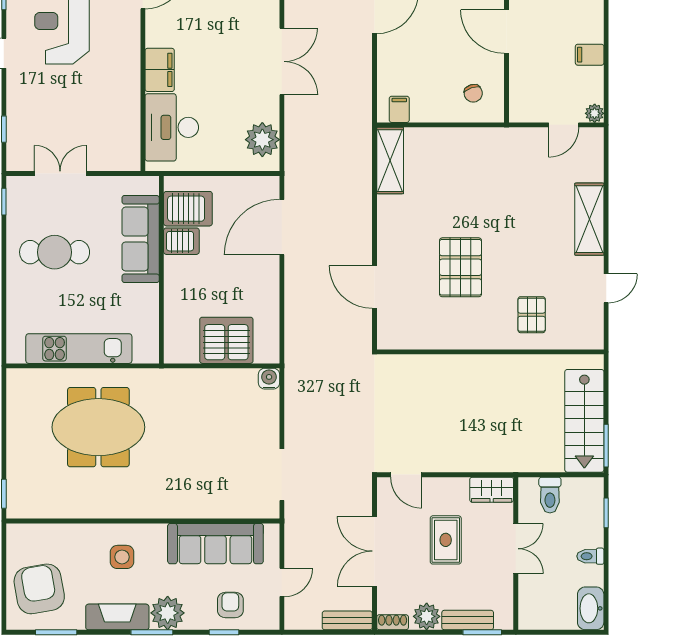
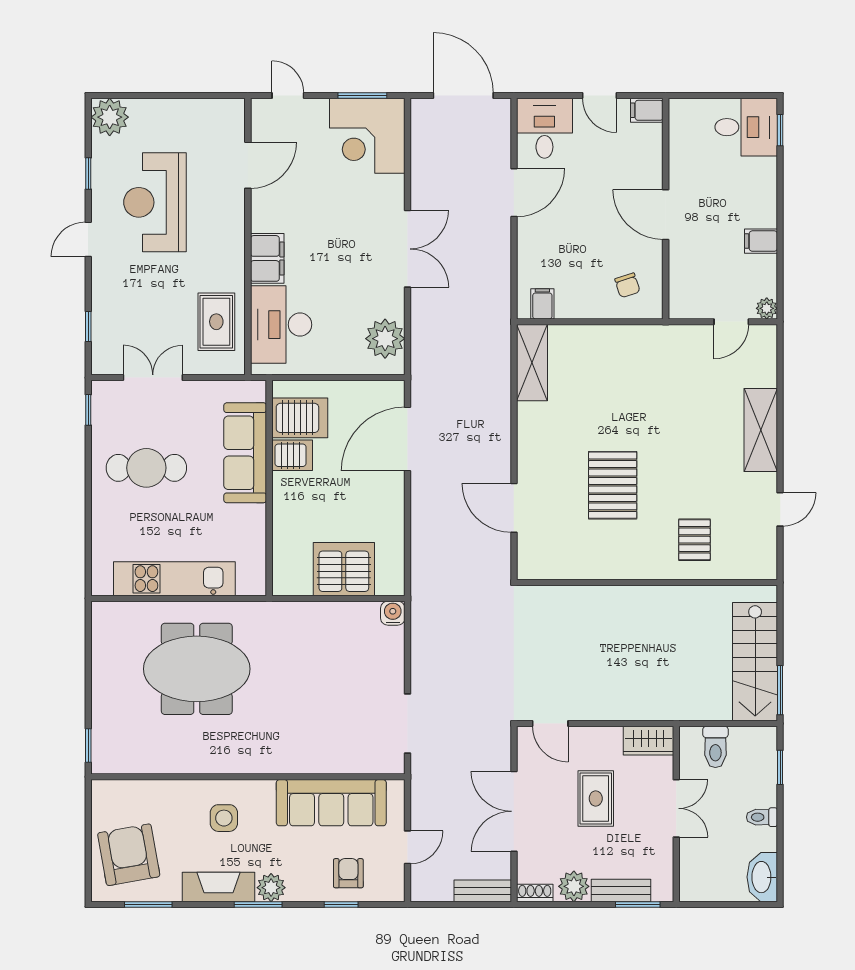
rug: (115, 125) -> (216, 322), added
plant: (168, 613) -> (271, 888), width x0.73, depth x0.73

